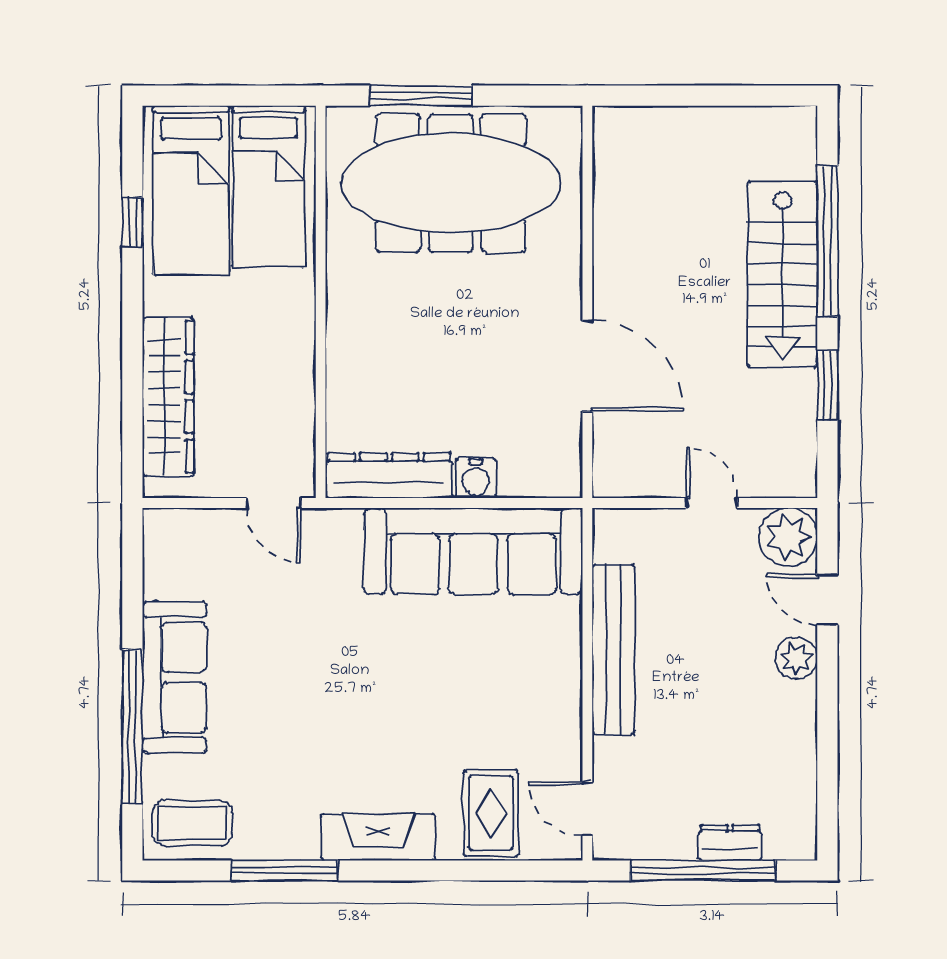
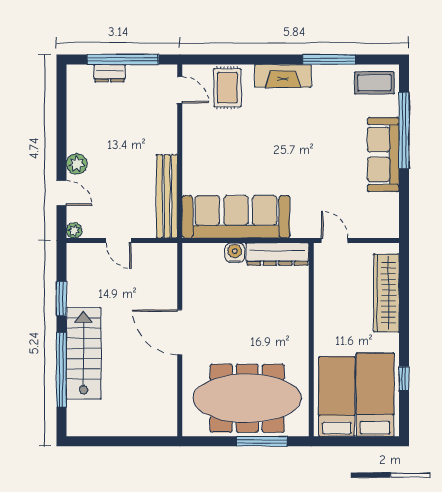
door: (587, 366) -> (180, 332), moved
plant: (788, 537) -> (74, 230), width x0.53, depth x0.53
bench: (613, 649) -> (167, 196), moved

